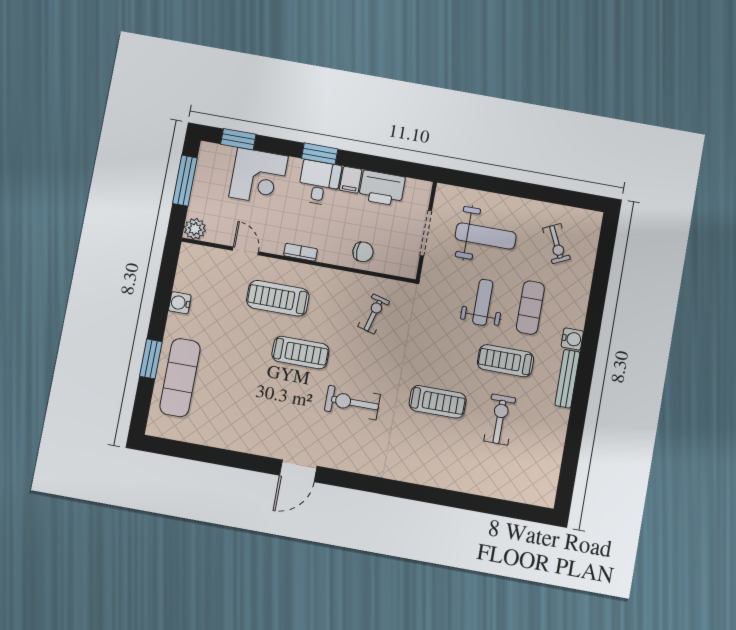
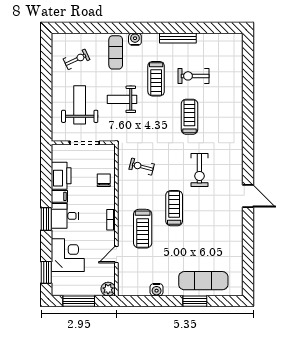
exercise mat: (530, 308) -> (116, 52), moved, turned 90
bench: (567, 379) -> (178, 38), moved

